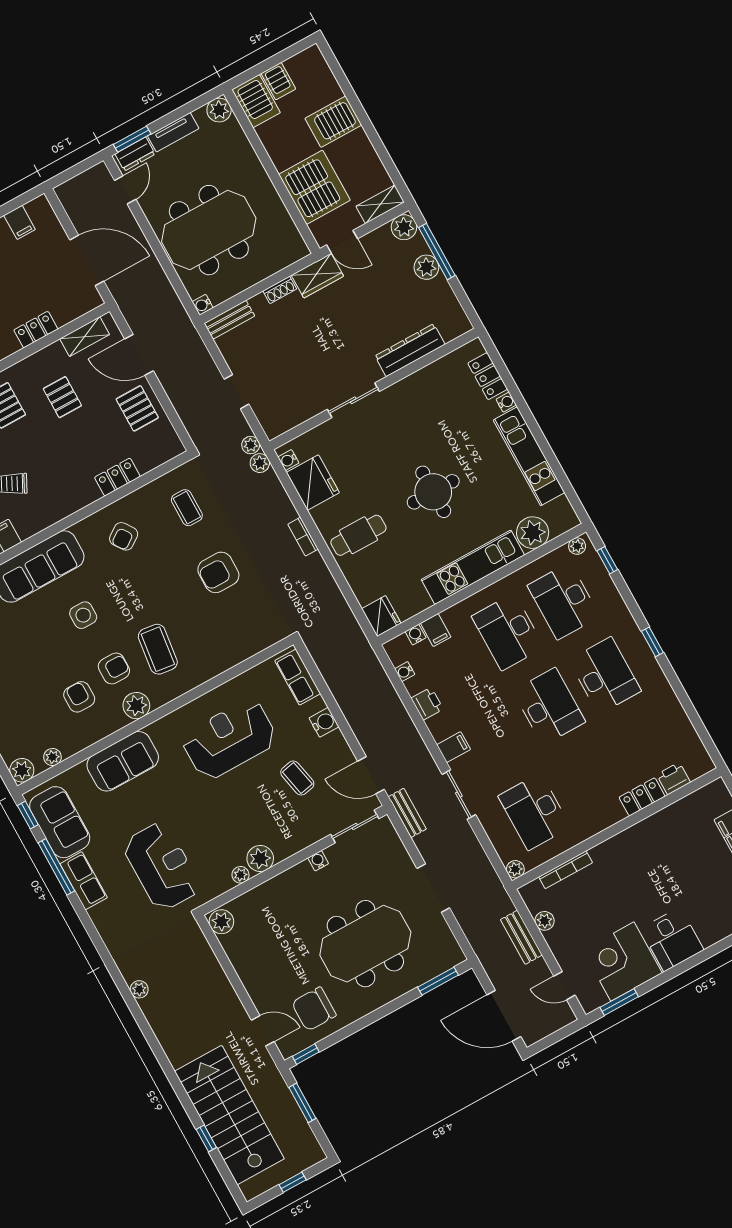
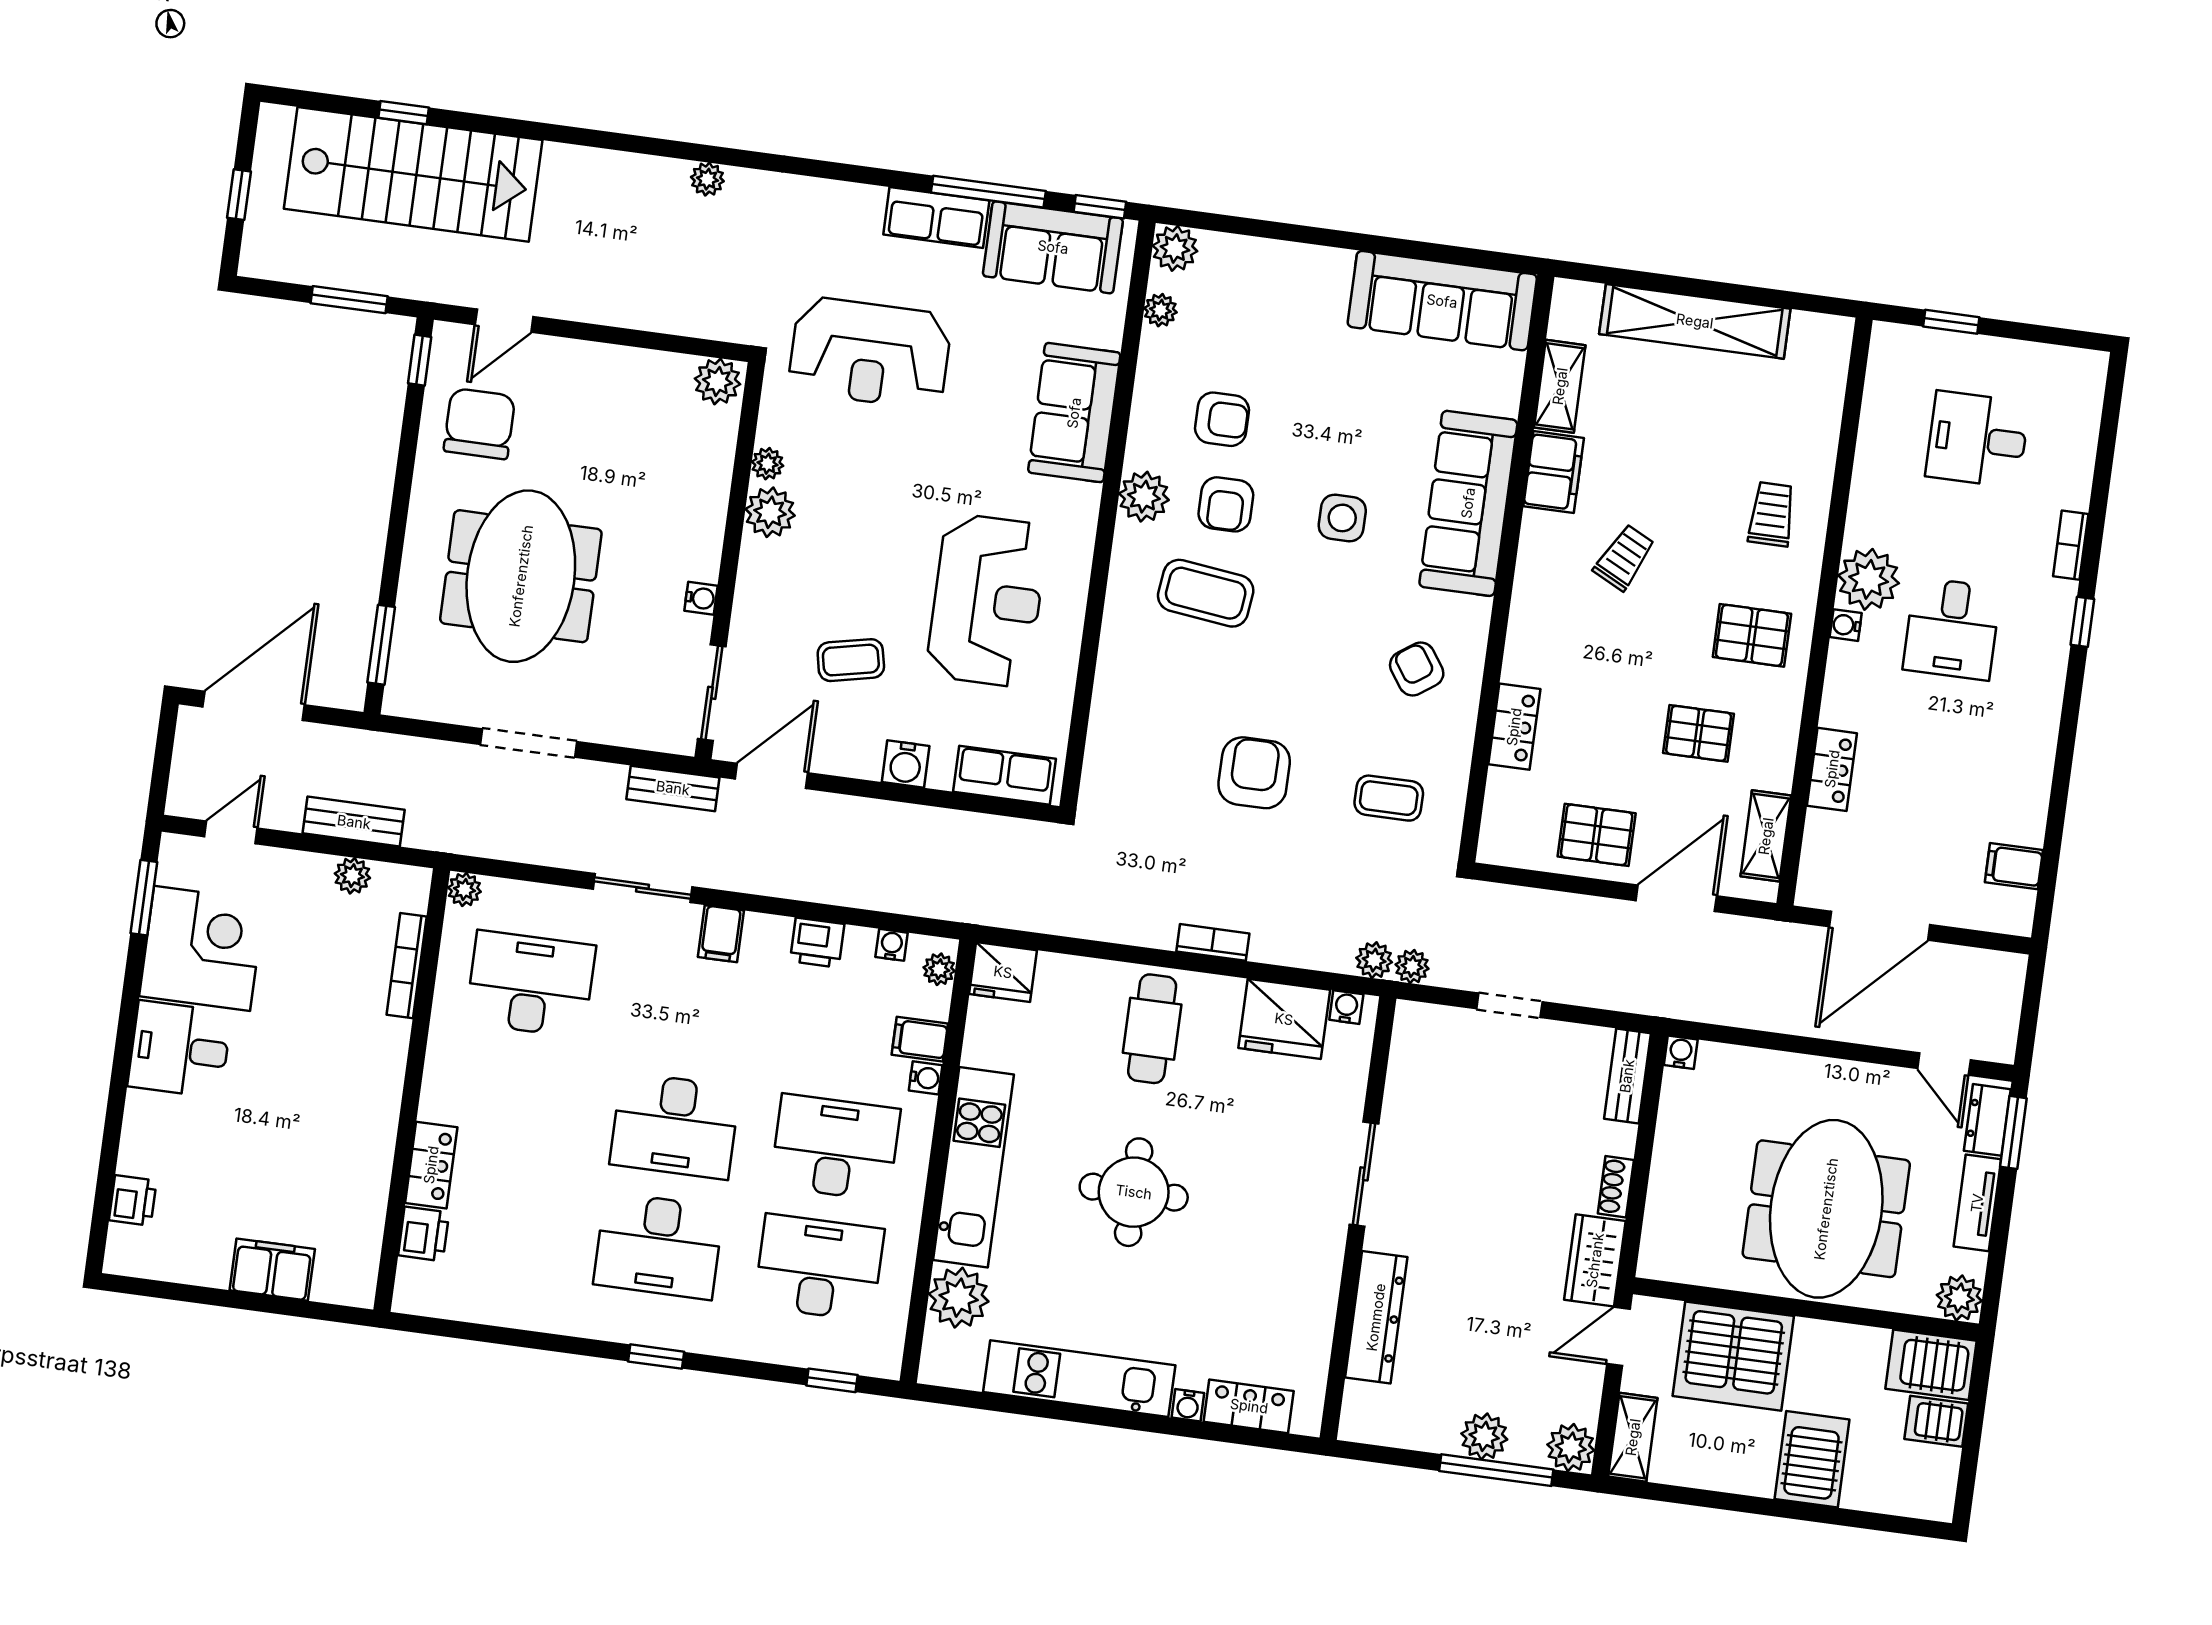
meeting table: (209, 230) -> (1826, 1209), moved
plant: (577, 546) -> (939, 969), moved
water cooler: (416, 635) -> (926, 1078), moved

